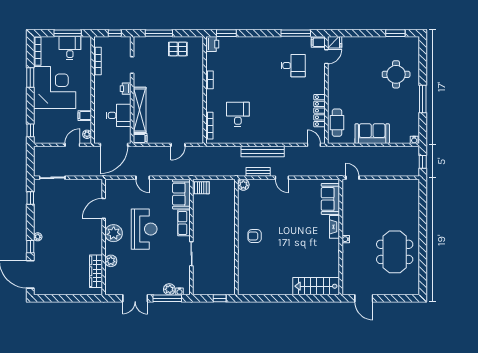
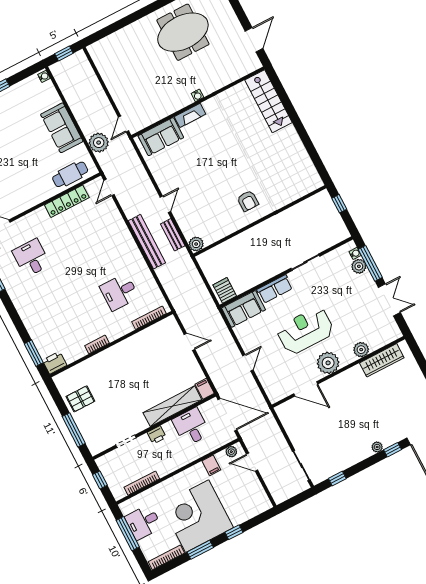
pallet: (178, 49) -> (80, 399), turned 90
window: (30, 130) -> (234, 532), moved
plant: (349, 154) -> (99, 143), added

